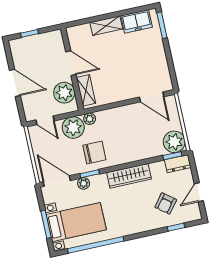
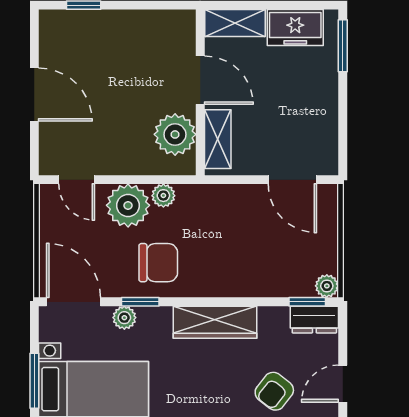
door: (71, 63) -> (200, 80), moved
wall: (72, 69) -> (200, 92), moved
shelving: (86, 90) -> (218, 139), moved
plant: (64, 93) -> (175, 134), moved
plant: (174, 142) -> (327, 286), width x0.53, depth x0.53

